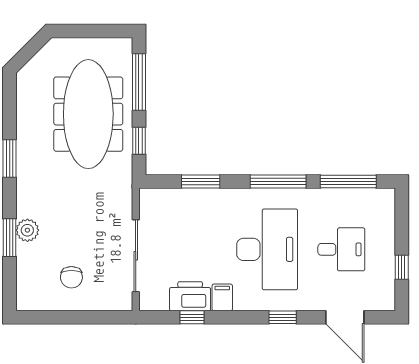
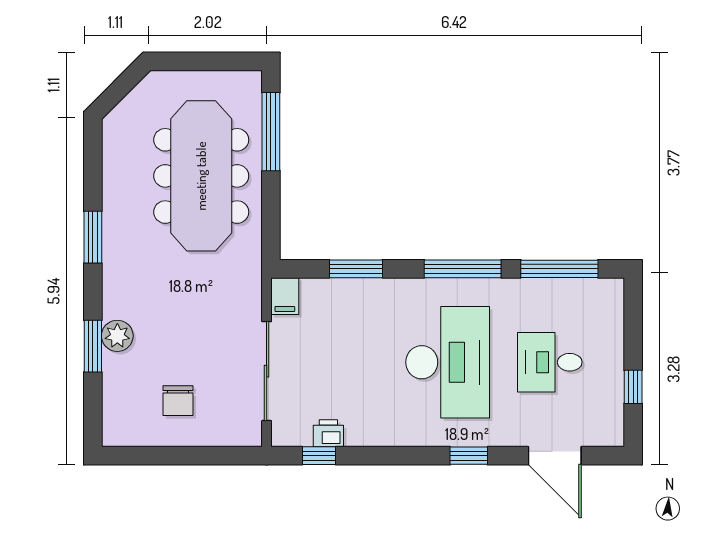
window: (139, 141) -> (271, 213), removed
desk: (341, 249) -> (550, 362), turned 180
printer: (190, 296) -> (328, 433), width x0.53, depth x0.68
filing cabinet: (222, 297) -> (285, 296), moved, turned 180
window: (192, 317) -> (319, 456), moved

